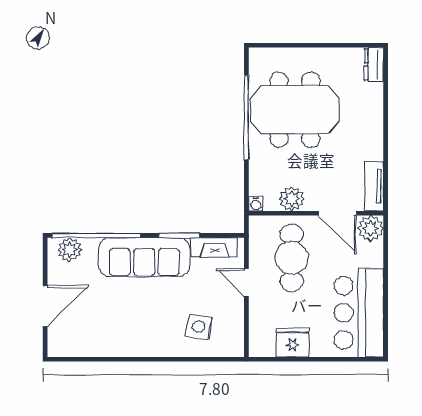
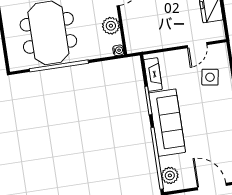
cafe table: (292, 258) -> (152, 20), removed
door: (246, 283) -> (197, 45), moved

